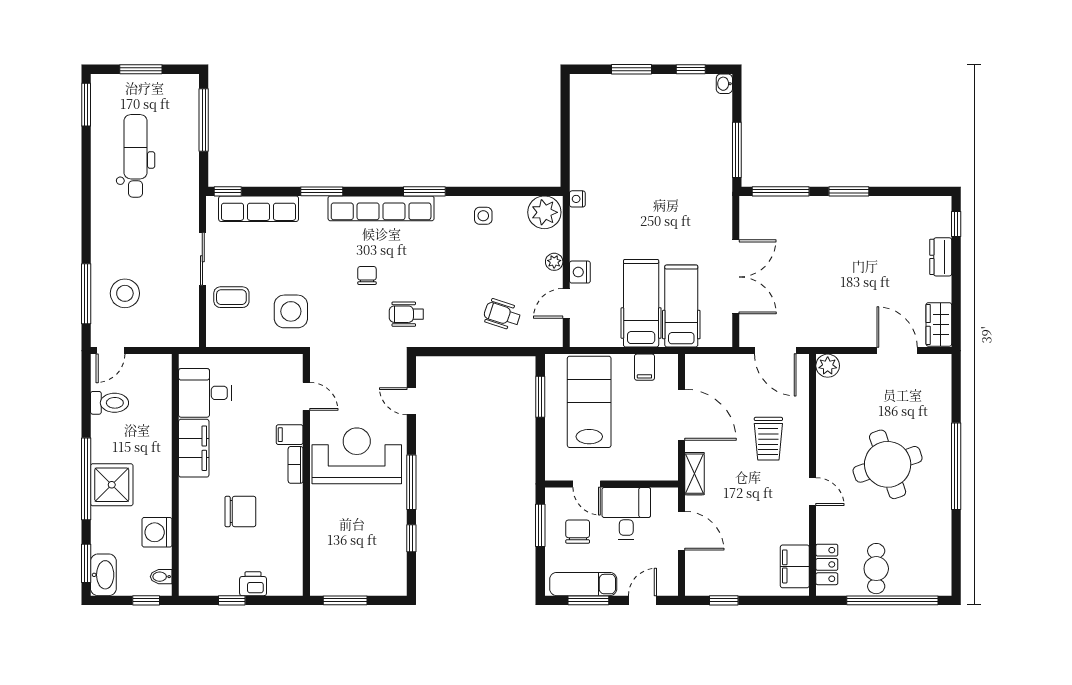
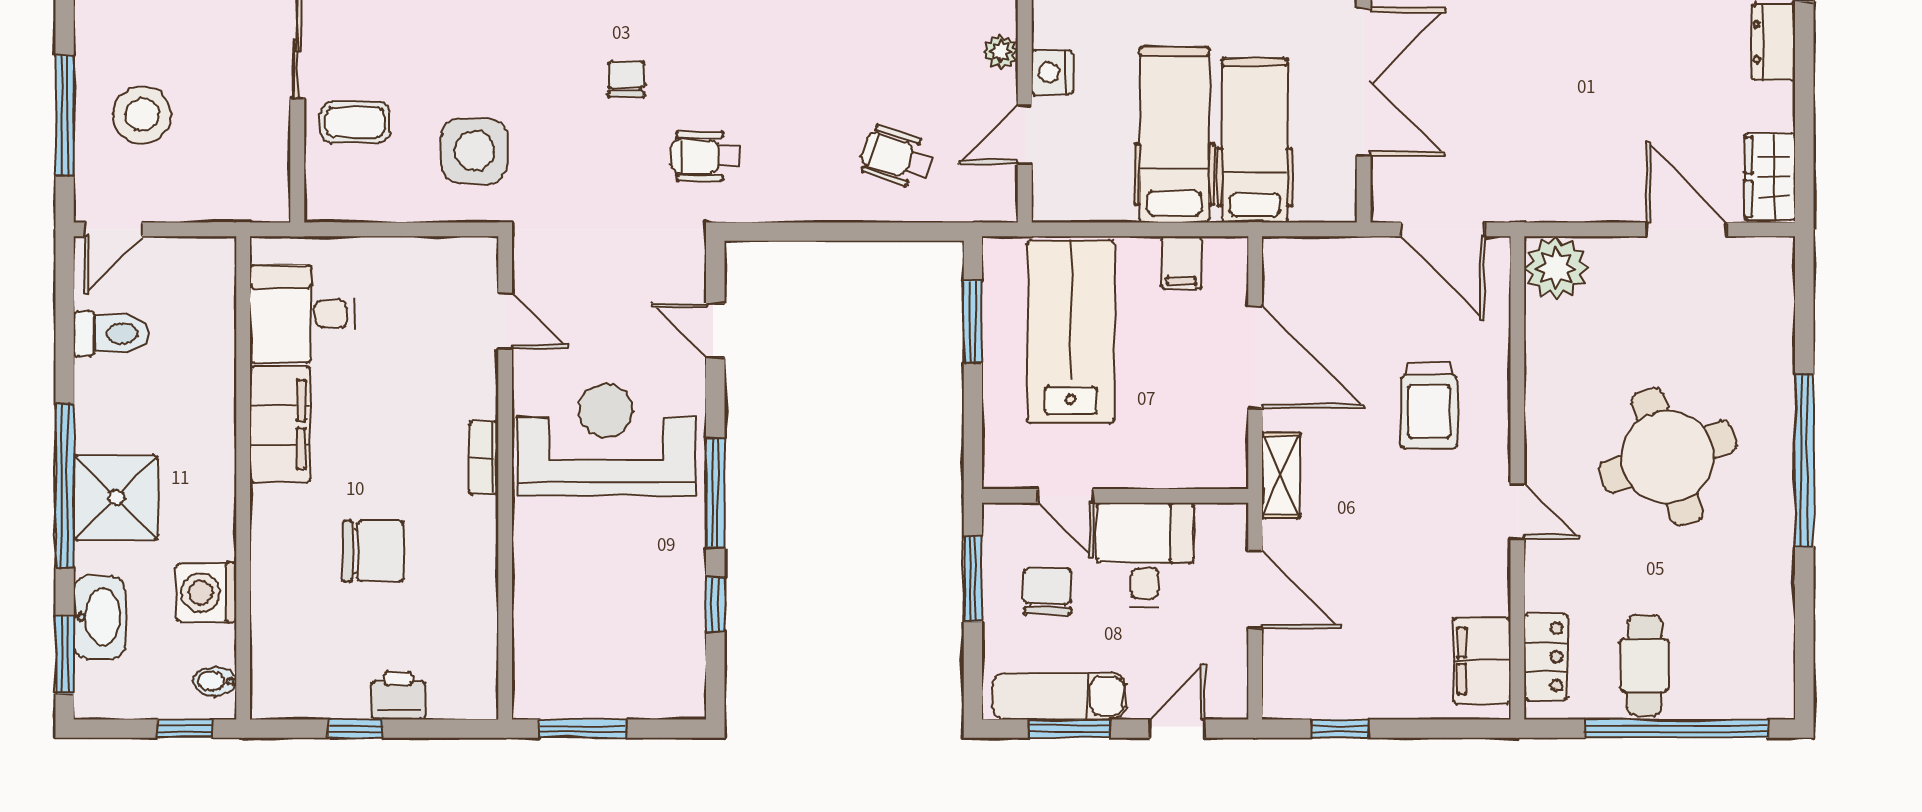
plant: (828, 366) -> (1556, 268), width x1.36, depth x1.36
filing cabinet: (290, 435) -> (472, 397), removed
washbasin: (103, 575) -> (99, 617), moved

